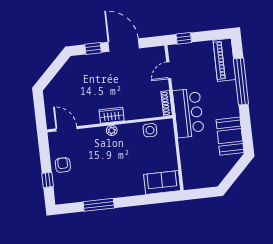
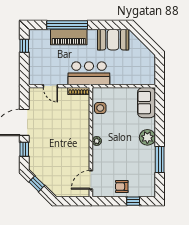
window: (184, 38) -> (24, 46), moved
piano: (224, 60) -> (69, 37), moved
window: (55, 67) -> (37, 184), added
wardrobe: (112, 115) -> (84, 140), removed
plant: (122, 188) -> (147, 137), added

